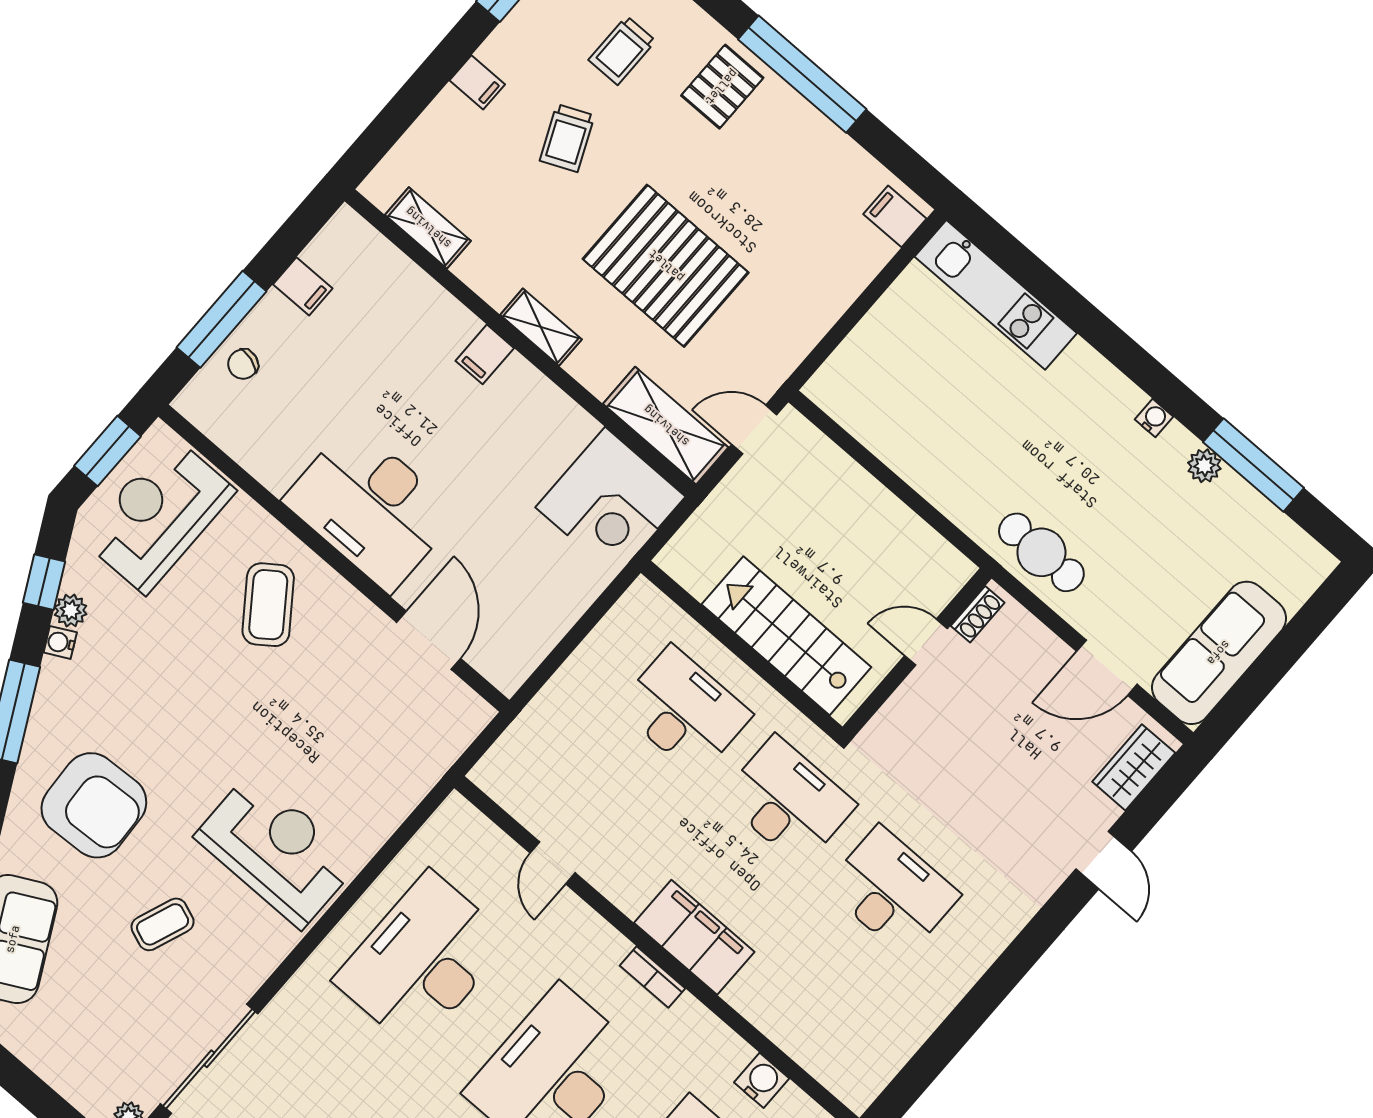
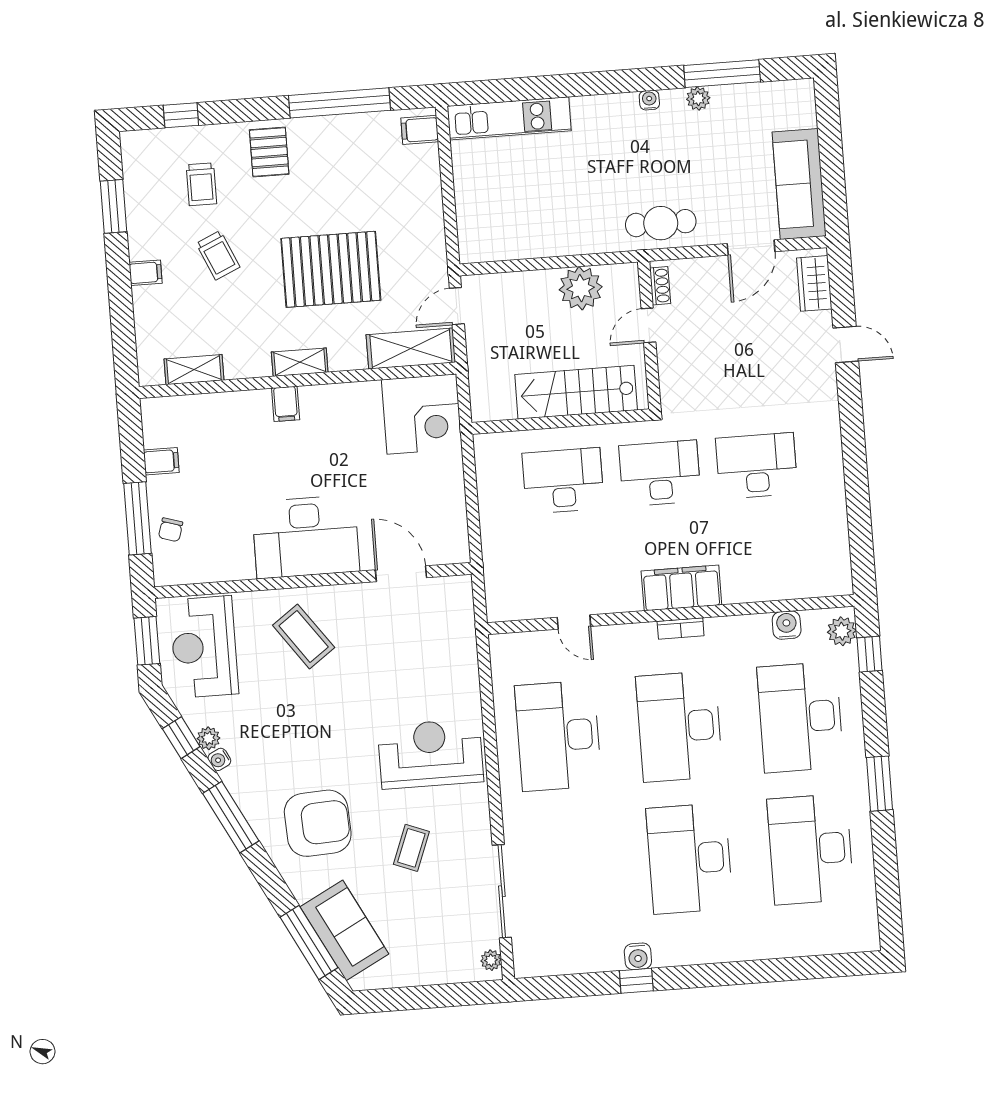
window: (802, 74) -> (339, 103), moved
plant: (896, 537) -> (581, 288), added

